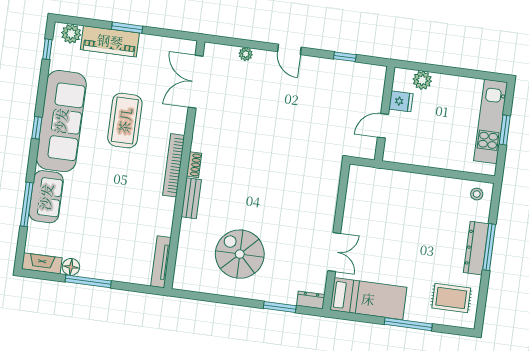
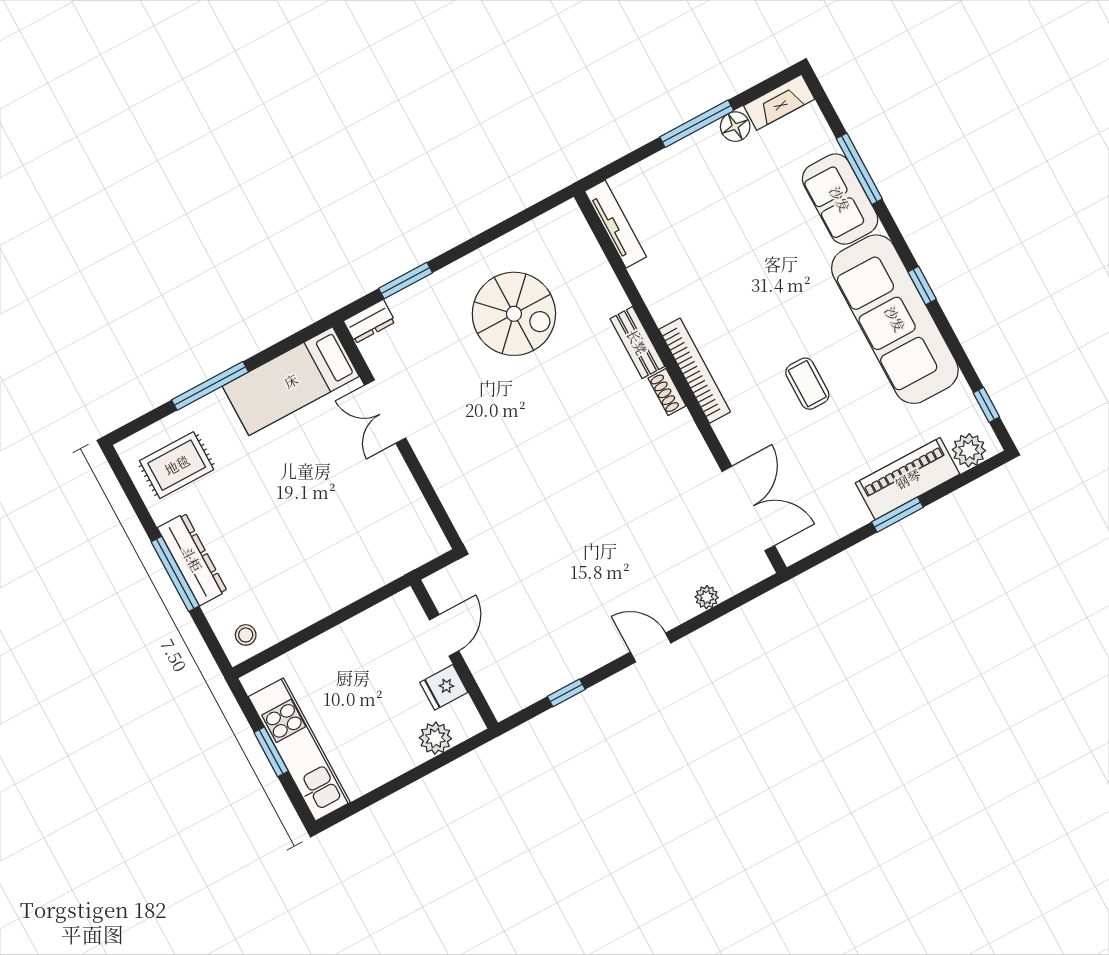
coffee table: (125, 121) -> (807, 384), width x0.54, depth x0.58

